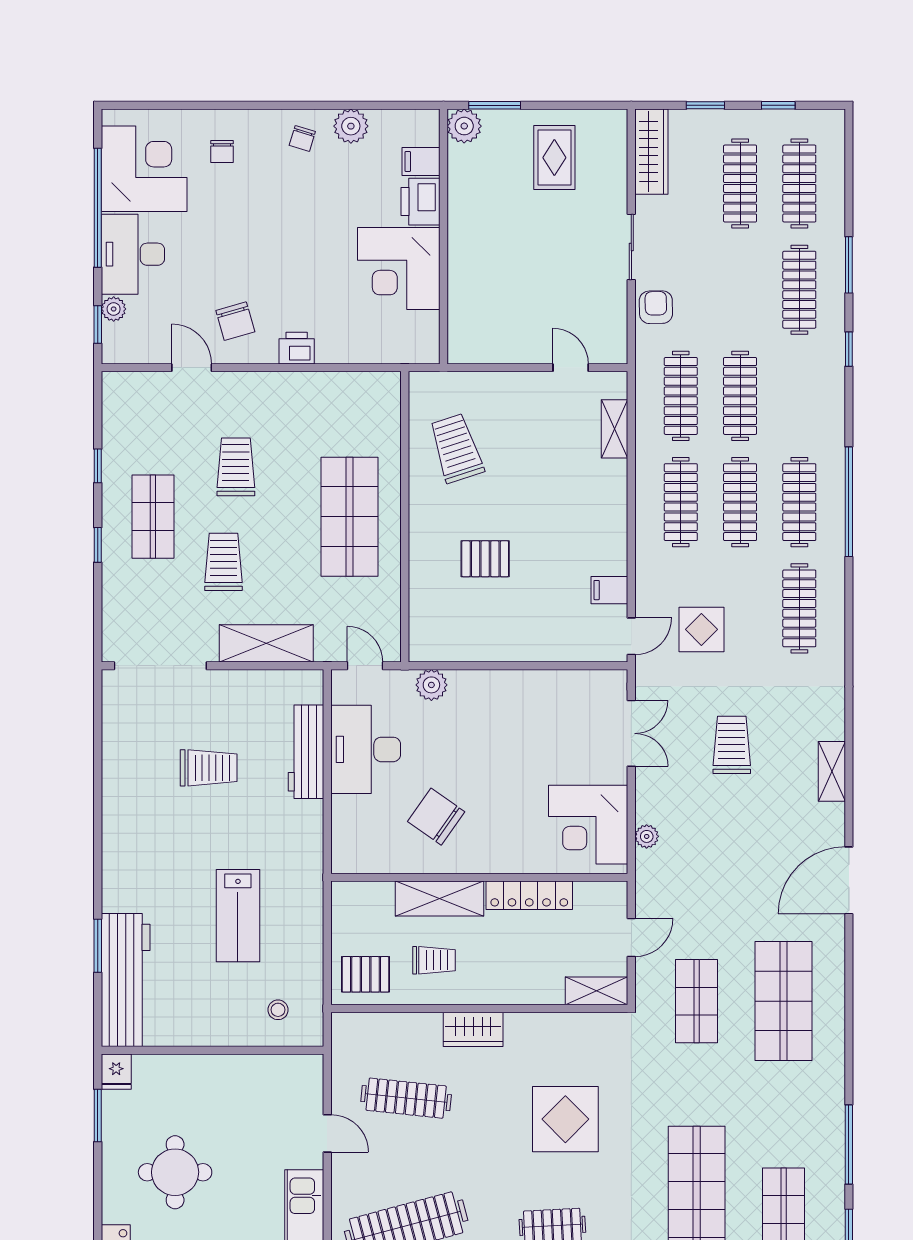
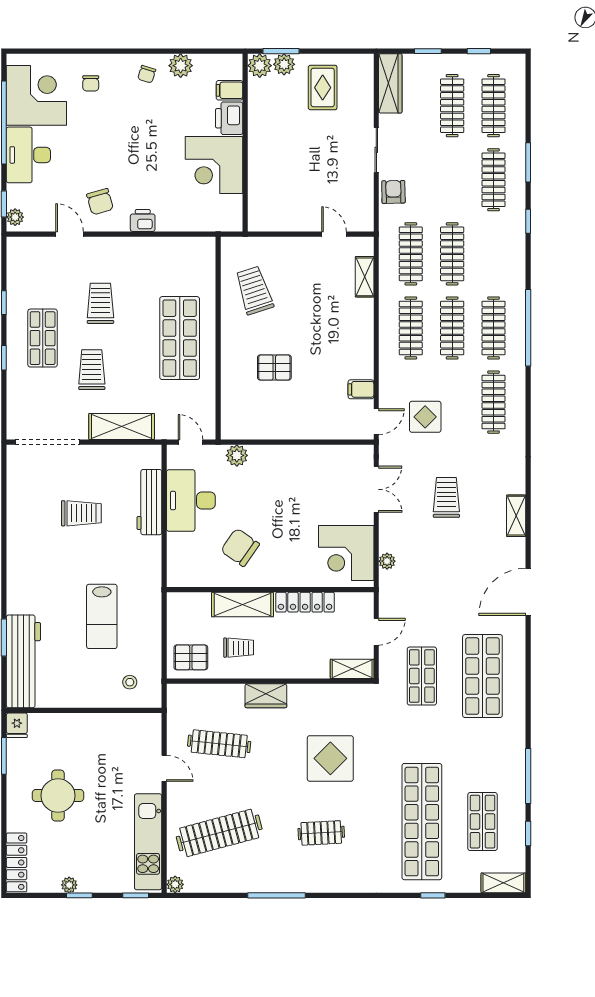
plant: (499, 124) -> (284, 64), added
plant: (114, 309) -> (15, 217), moved

